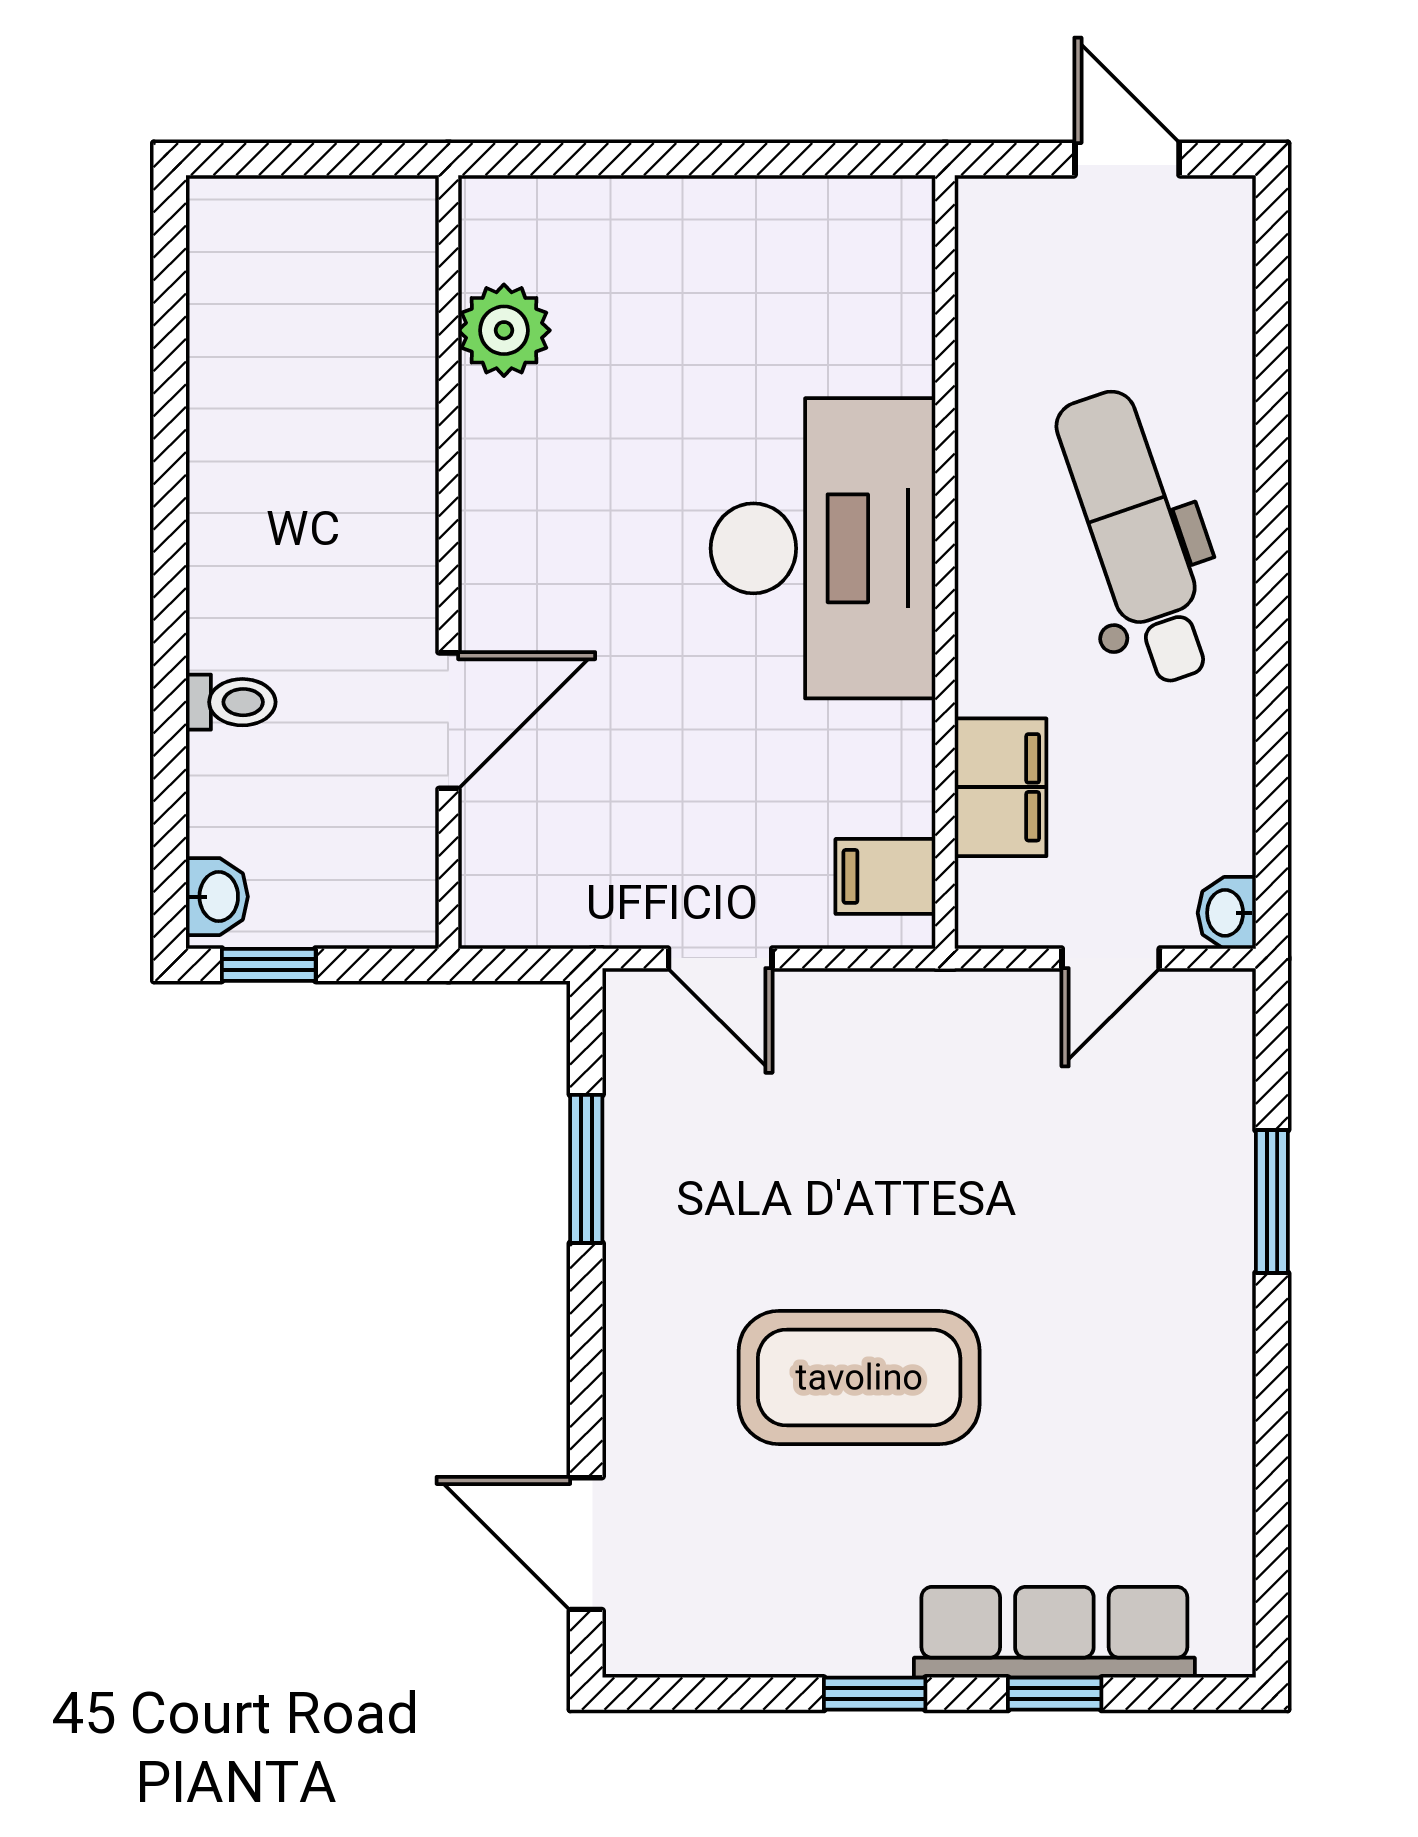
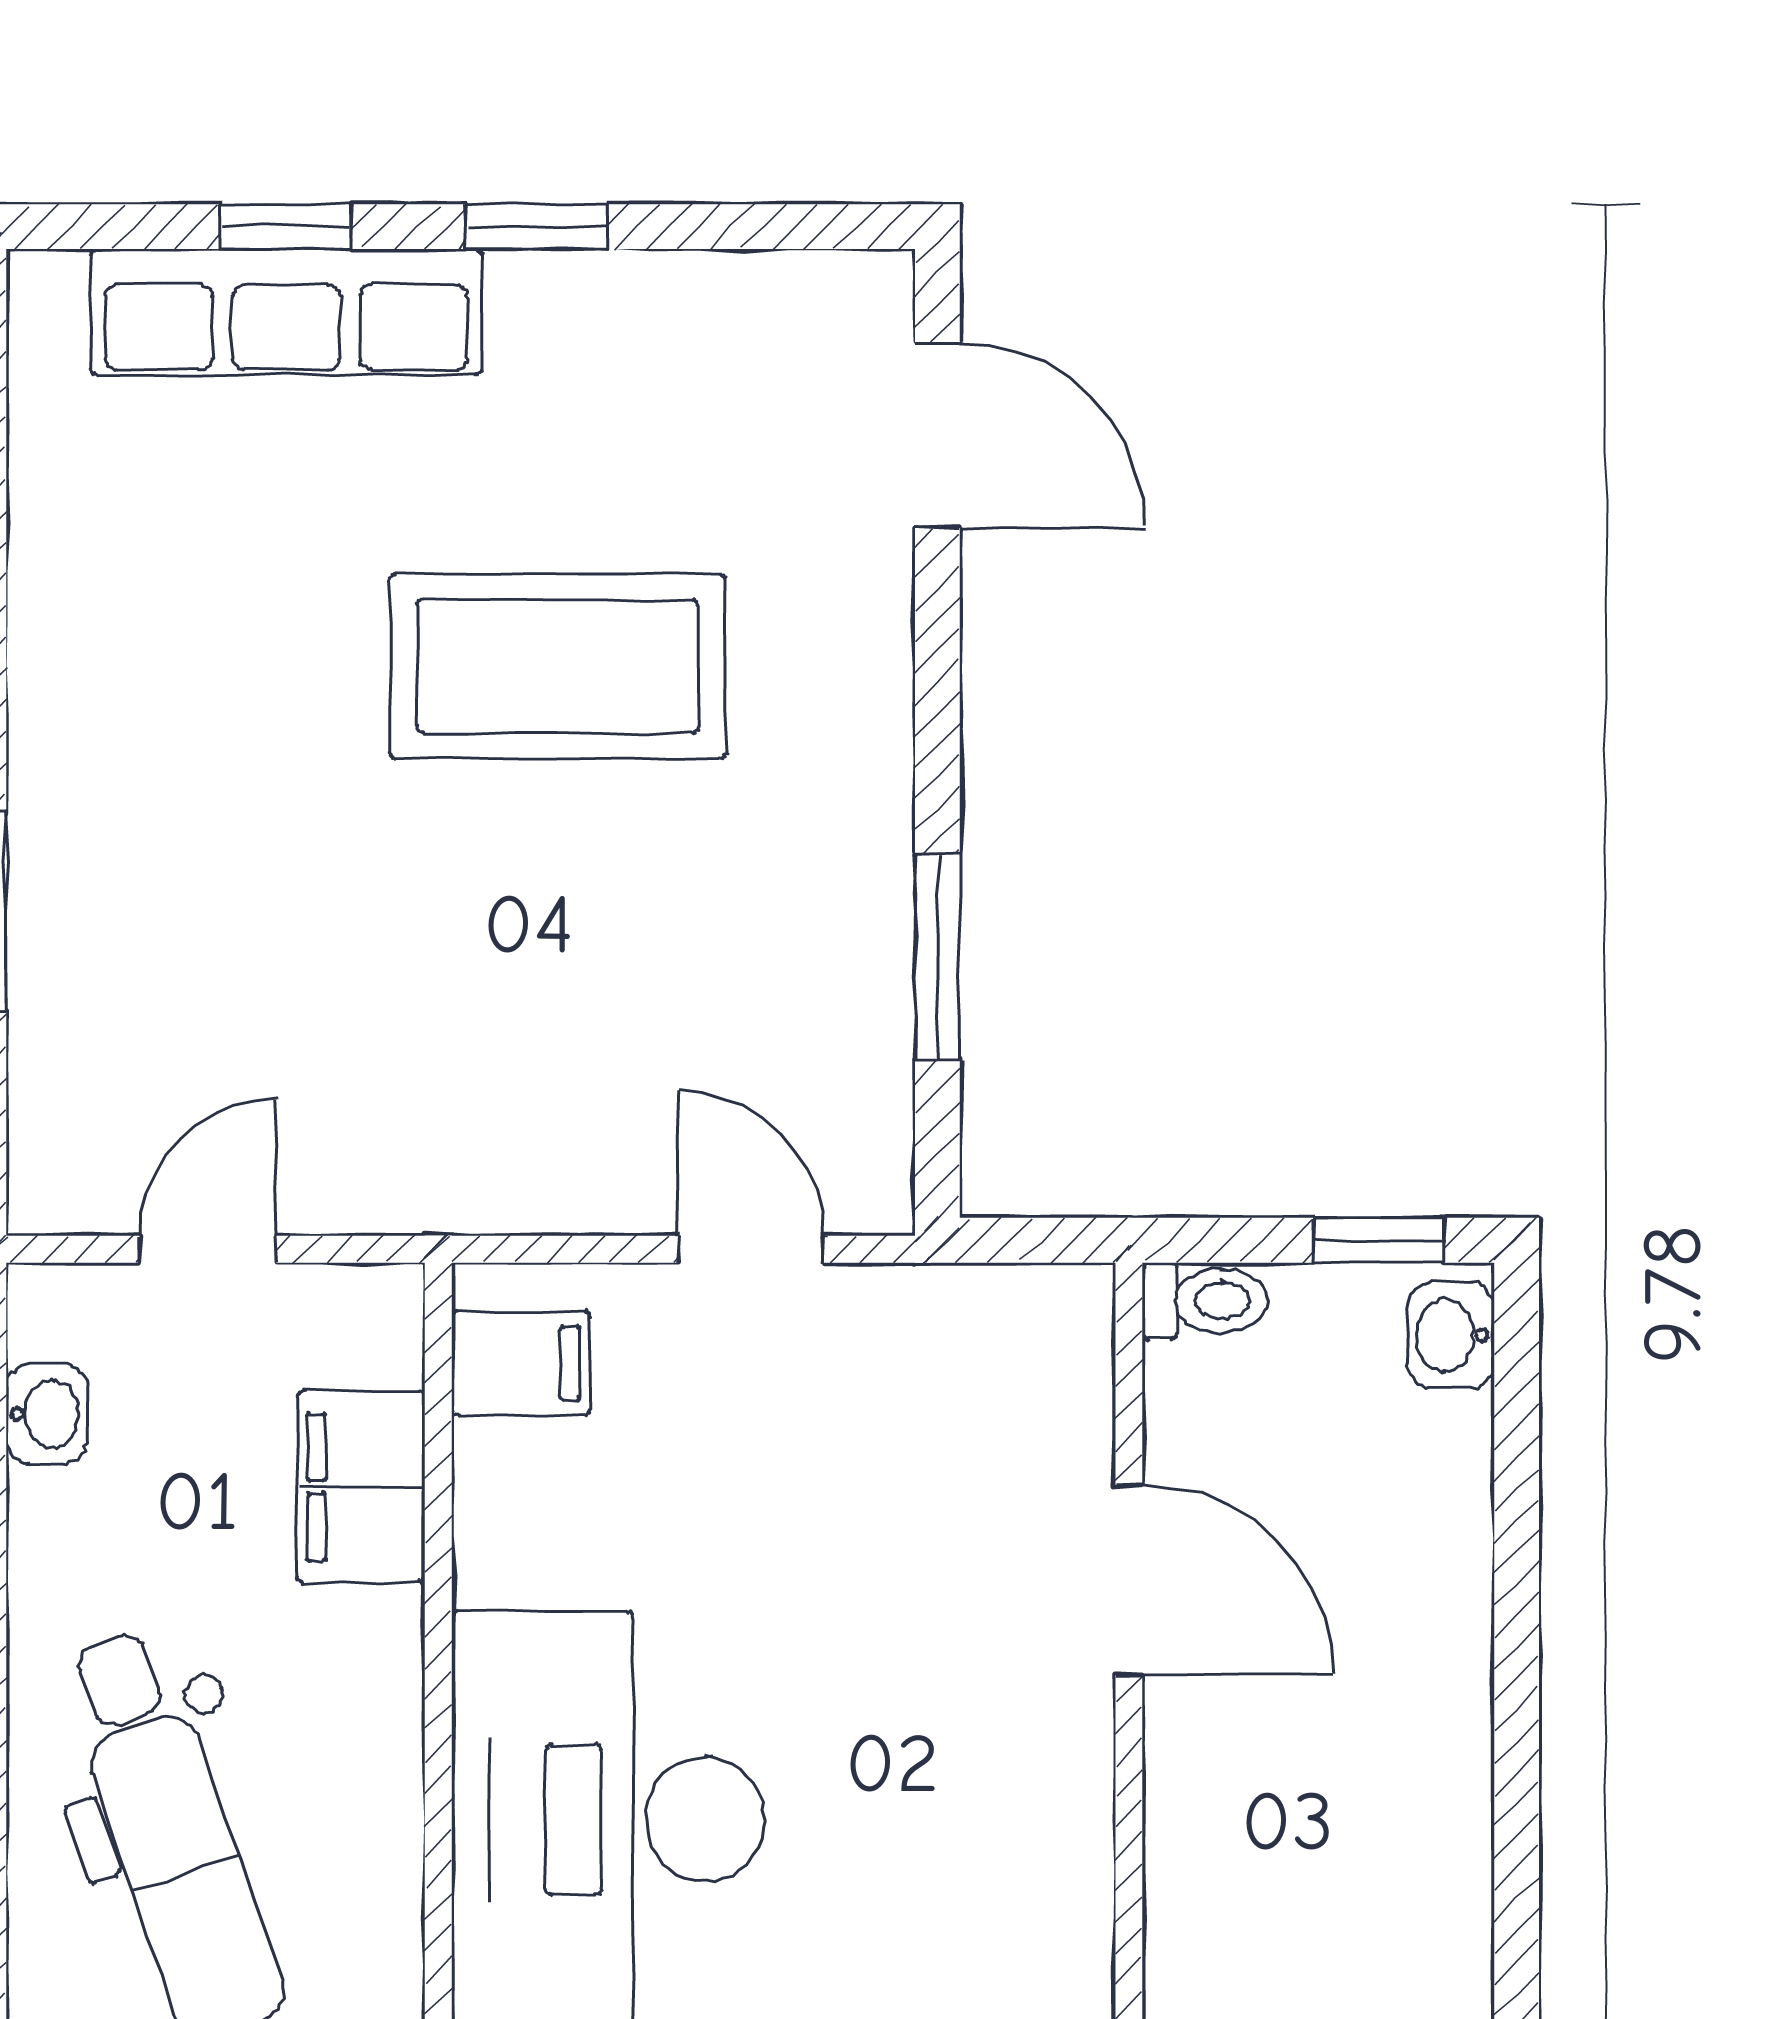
toilet: (231, 702) -> (1205, 1301), moved, turned 180
door: (448, 721) -> (1129, 1580), swing flipped
washbasin: (1227, 913) -> (46, 1414), moved

